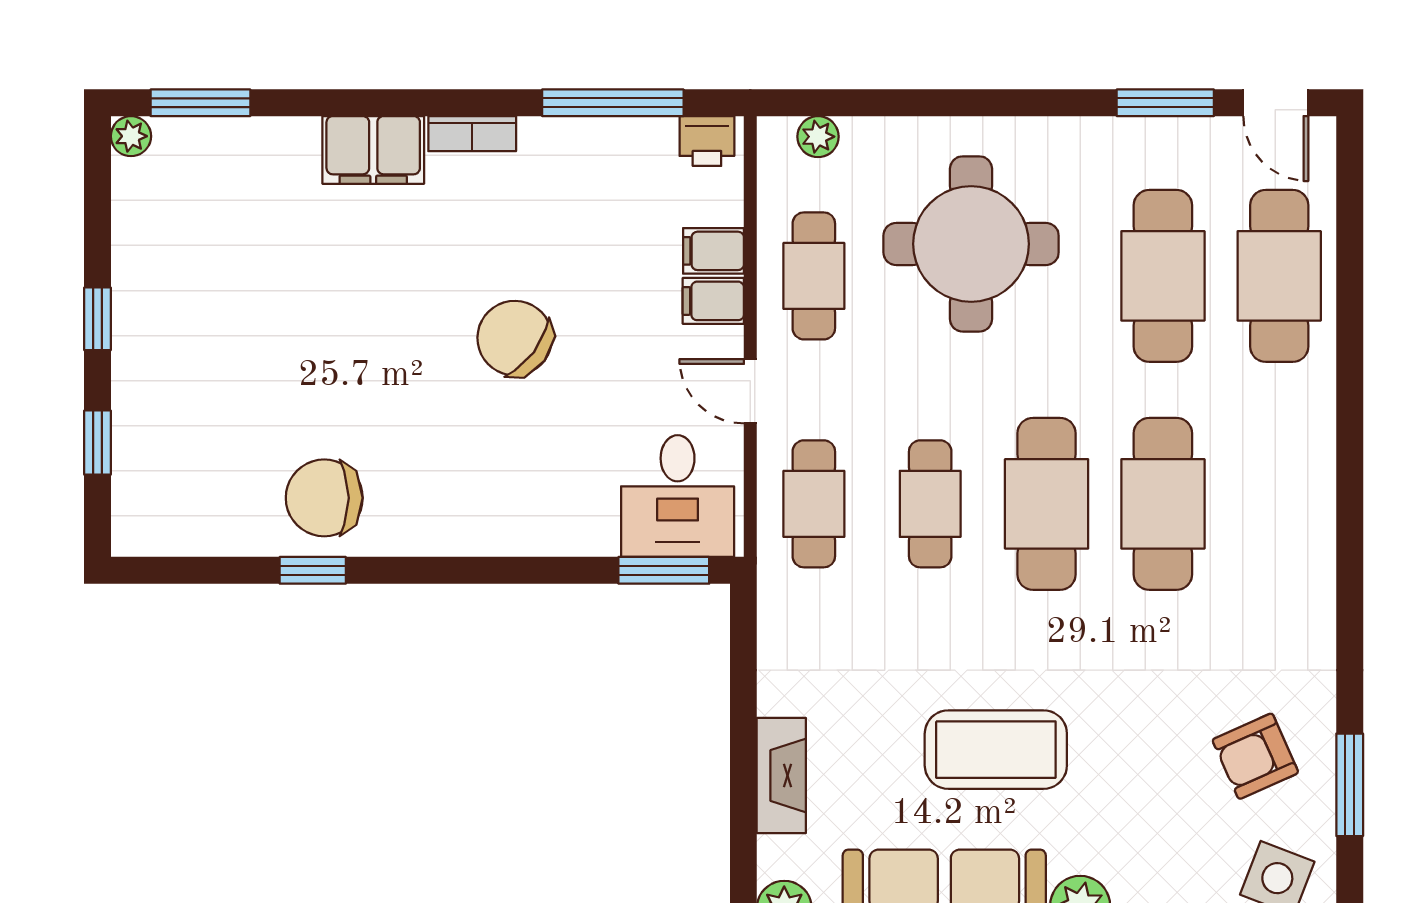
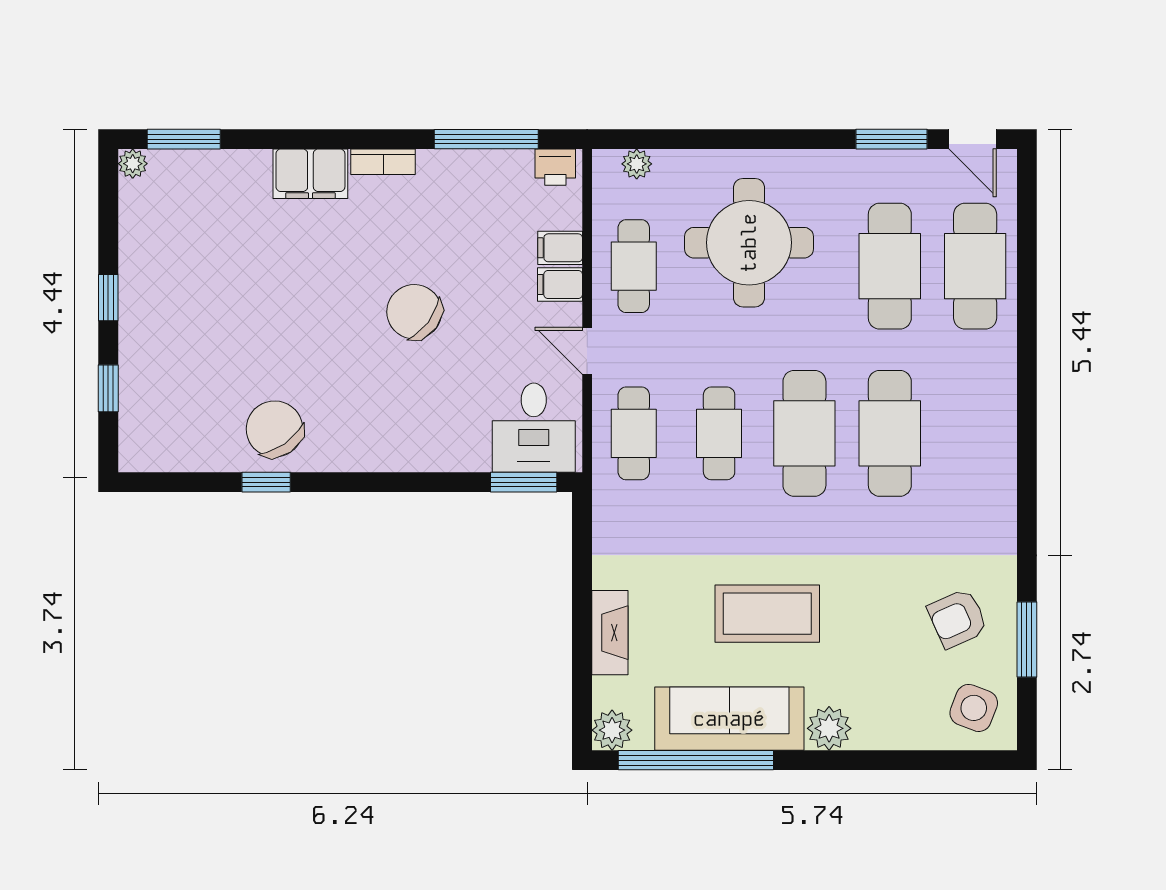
chair: (324, 498) -> (275, 429), turned 55

